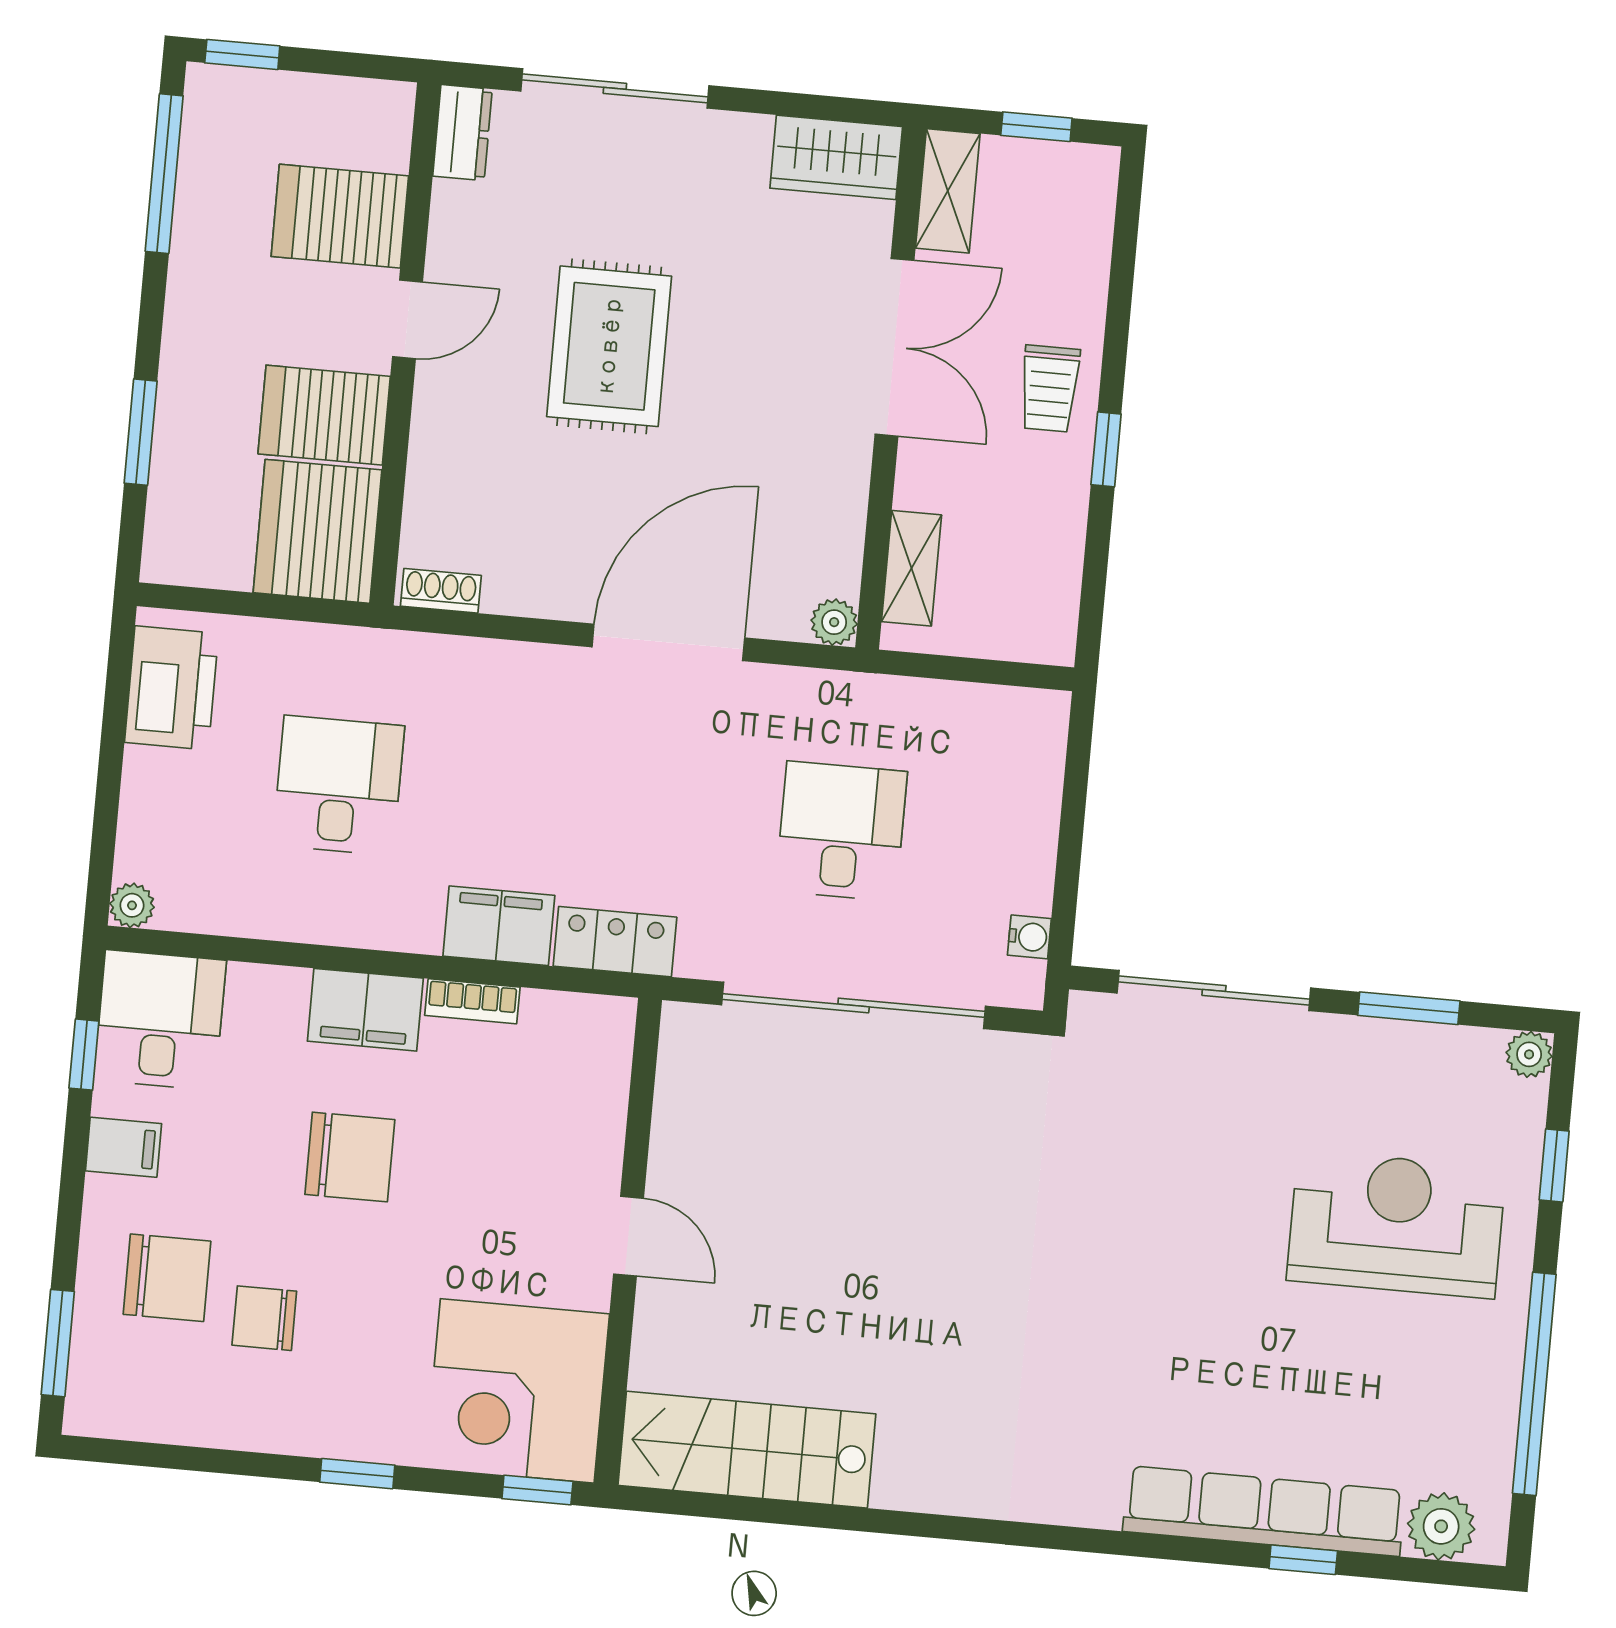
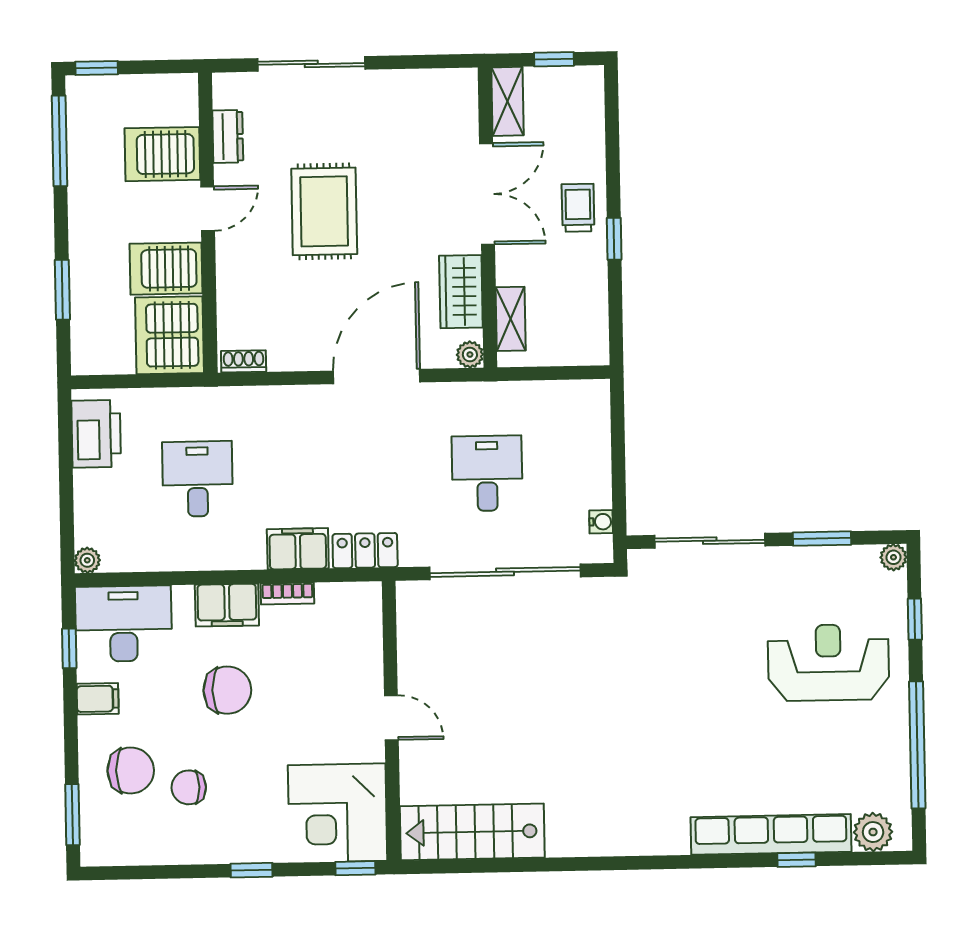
dresser: (462, 133) -> (228, 136), moved
wardrobe: (836, 157) -> (461, 292), moved, turned 90
trolley: (1049, 389) -> (578, 208), turned 180
desk: (160, 1020) -> (124, 624), width x1.37

